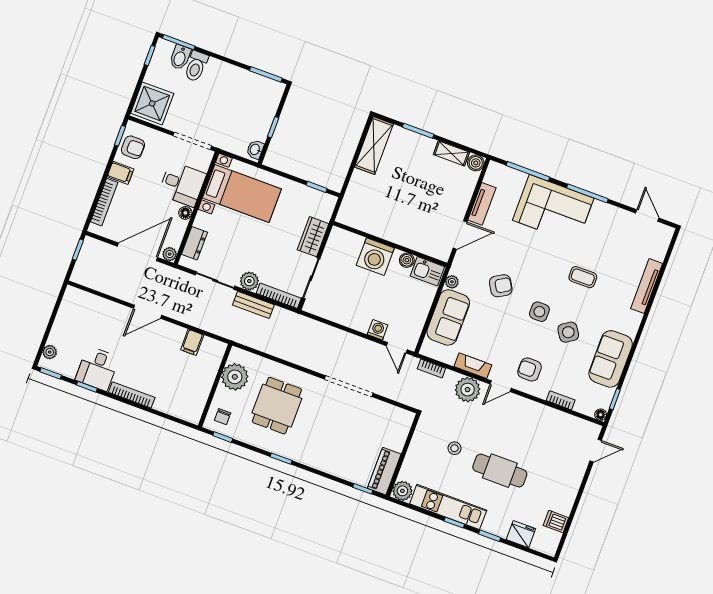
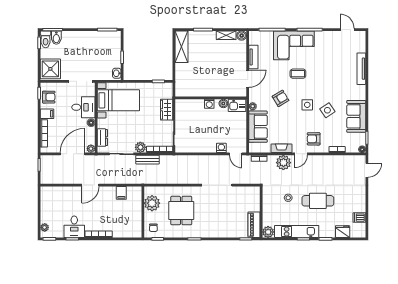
toilet: (196, 66) -> (46, 39), moved
washing machine: (375, 257) -> (209, 104), width x0.53, depth x0.53
coffee table: (583, 277) -> (298, 74), moved

